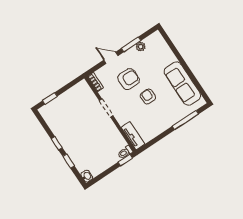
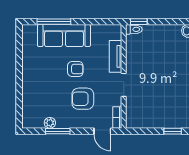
door: (111, 58) -> (102, 131), moved
sofa: (182, 84) -> (64, 36), moved, turned 90
armchair: (148, 97) -> (75, 69), turned -90
tv unit: (133, 136) -> (115, 56), moved

